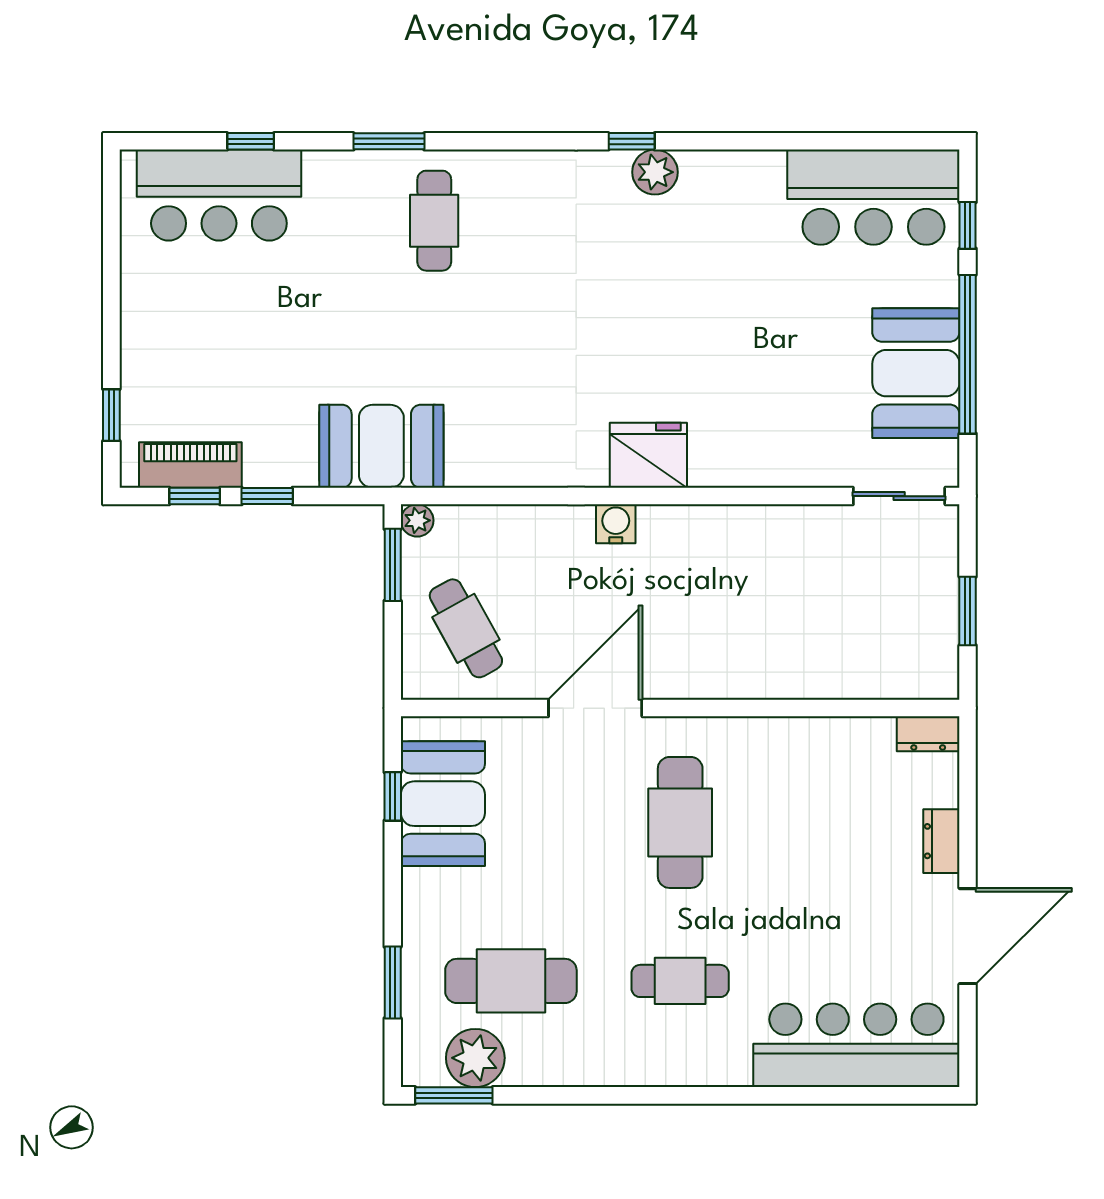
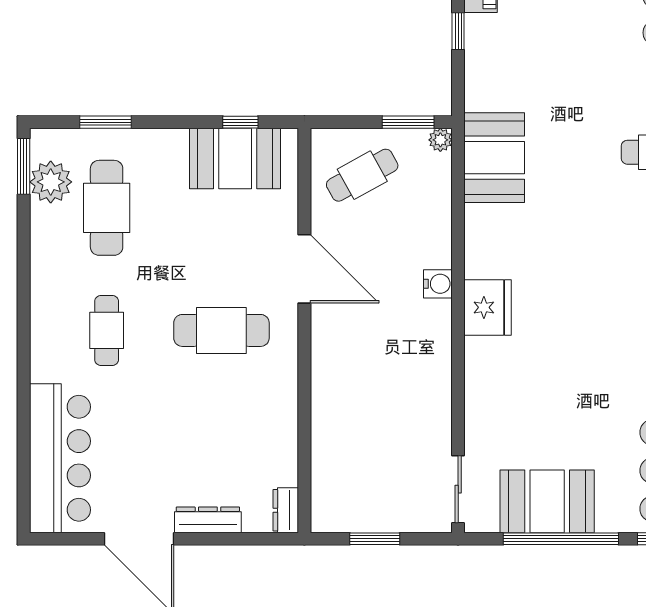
booth: (381, 446) -> (494, 158), moved
dresser: (941, 841) -> (208, 520), width x1.44

